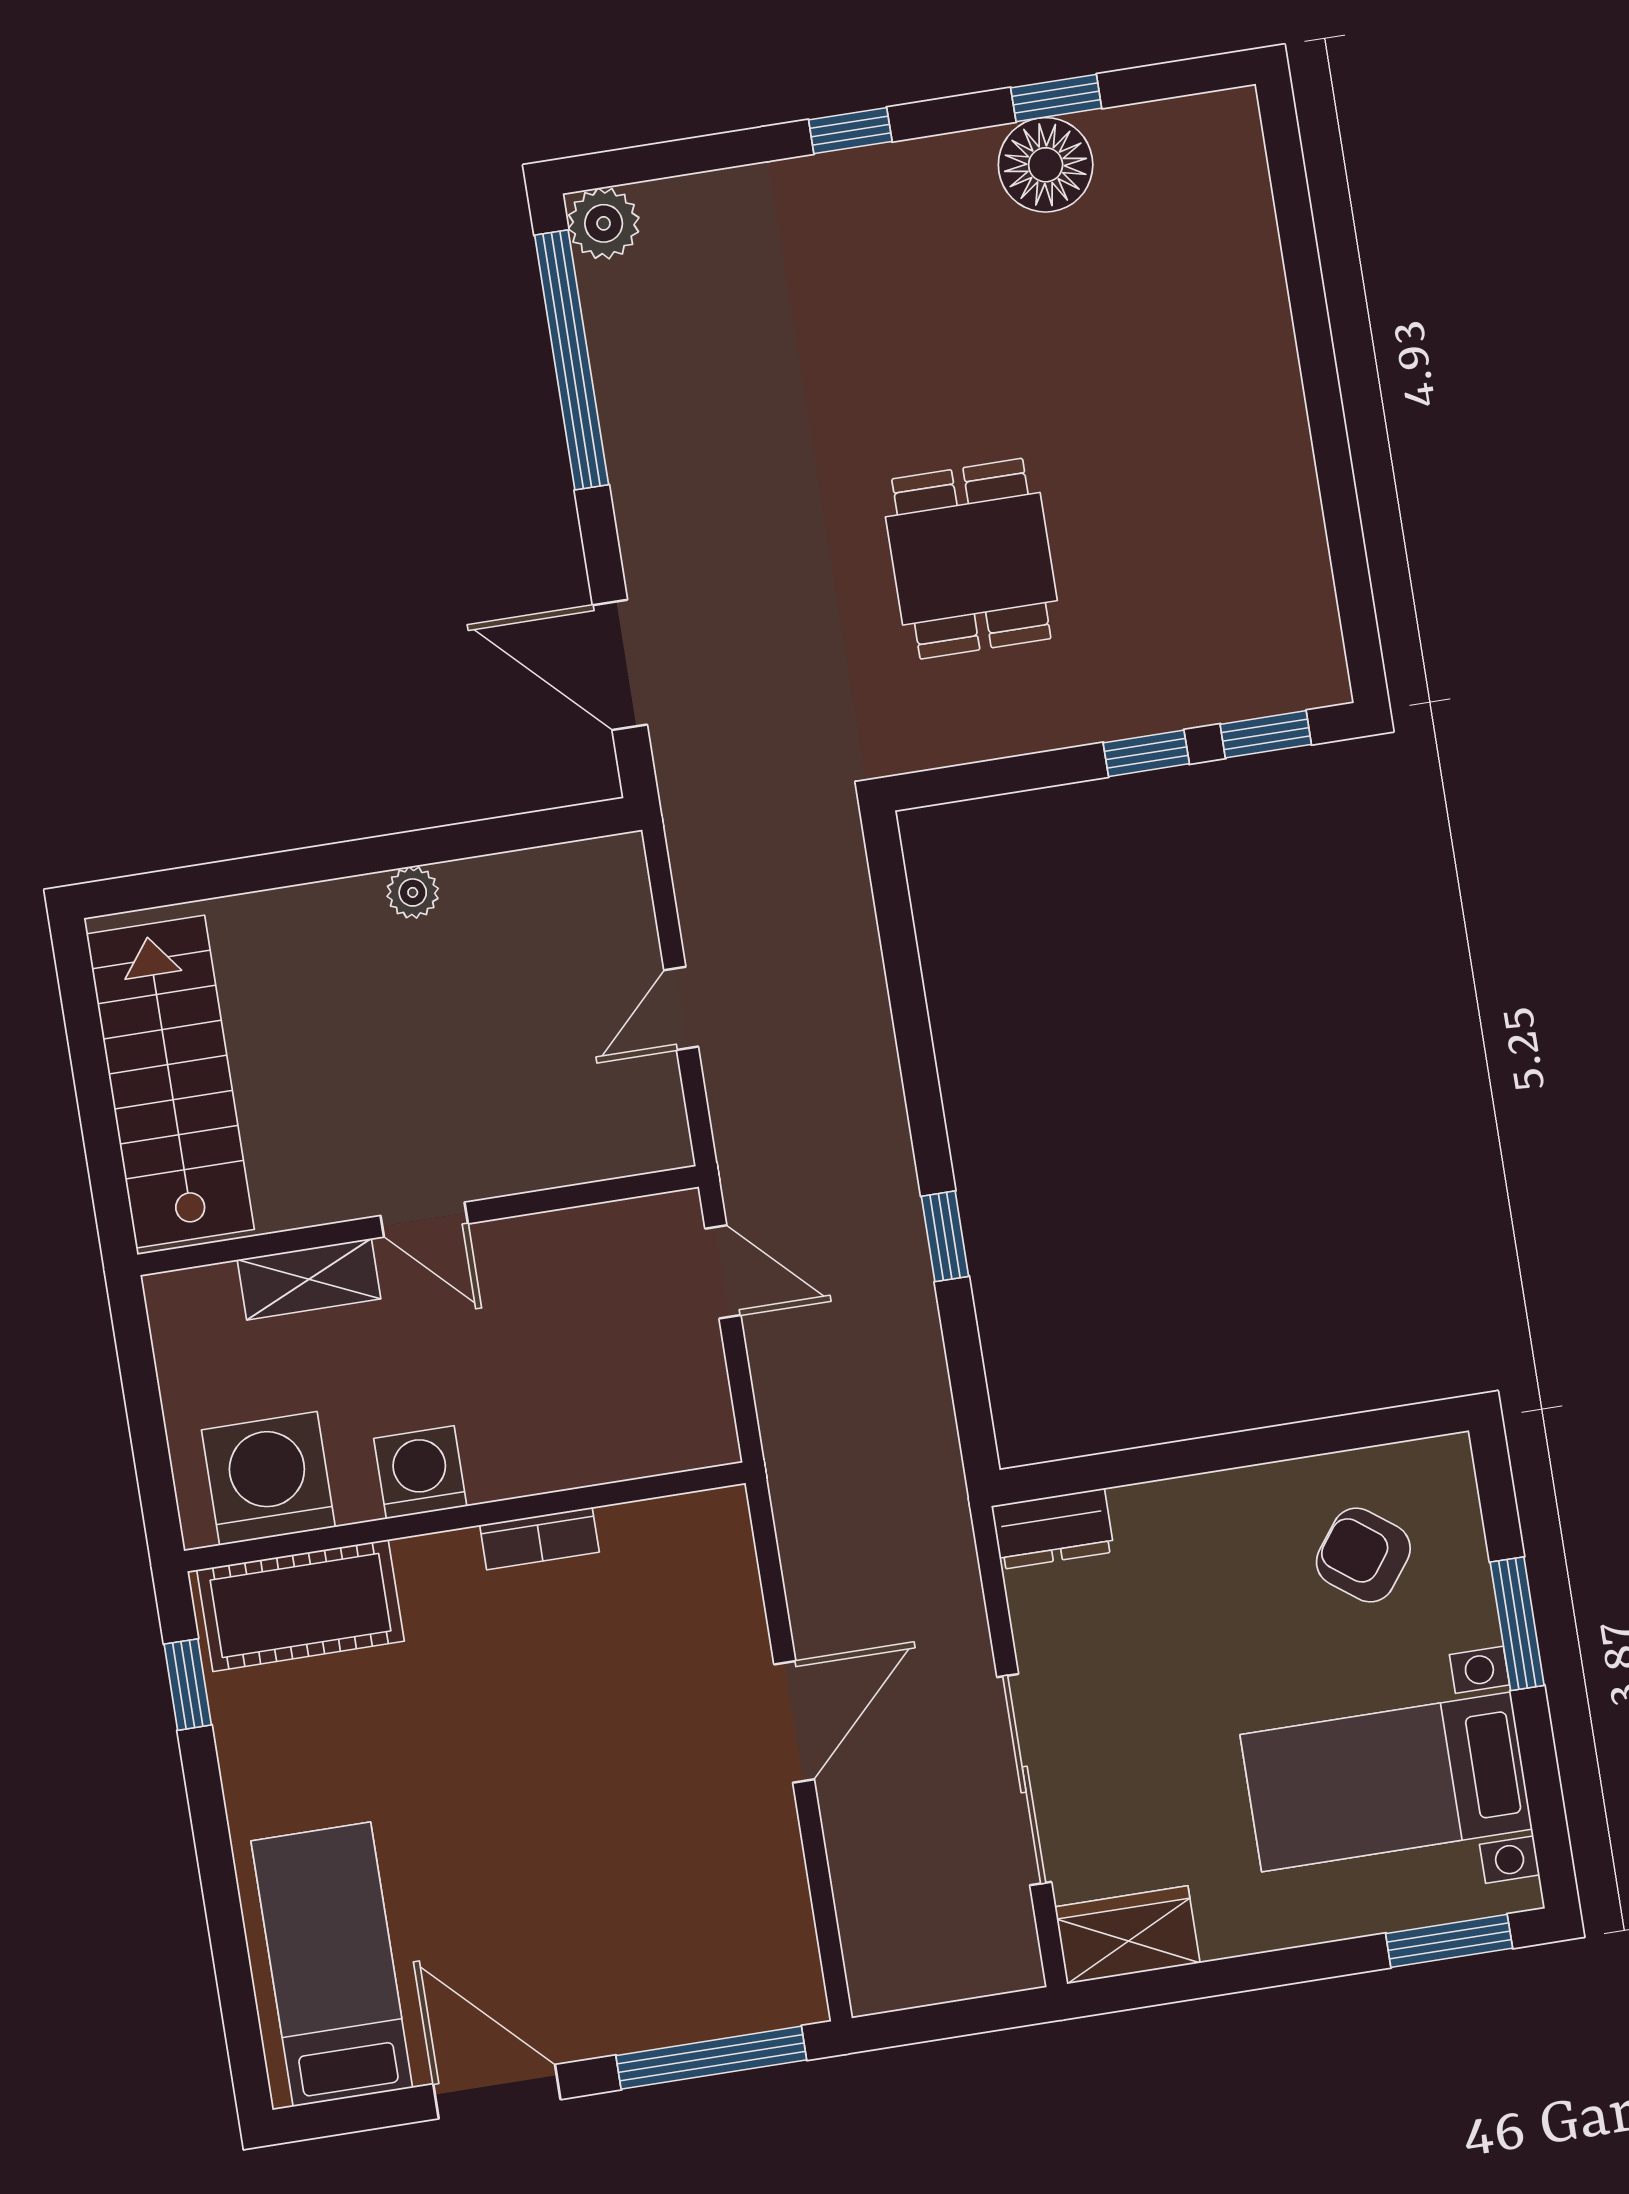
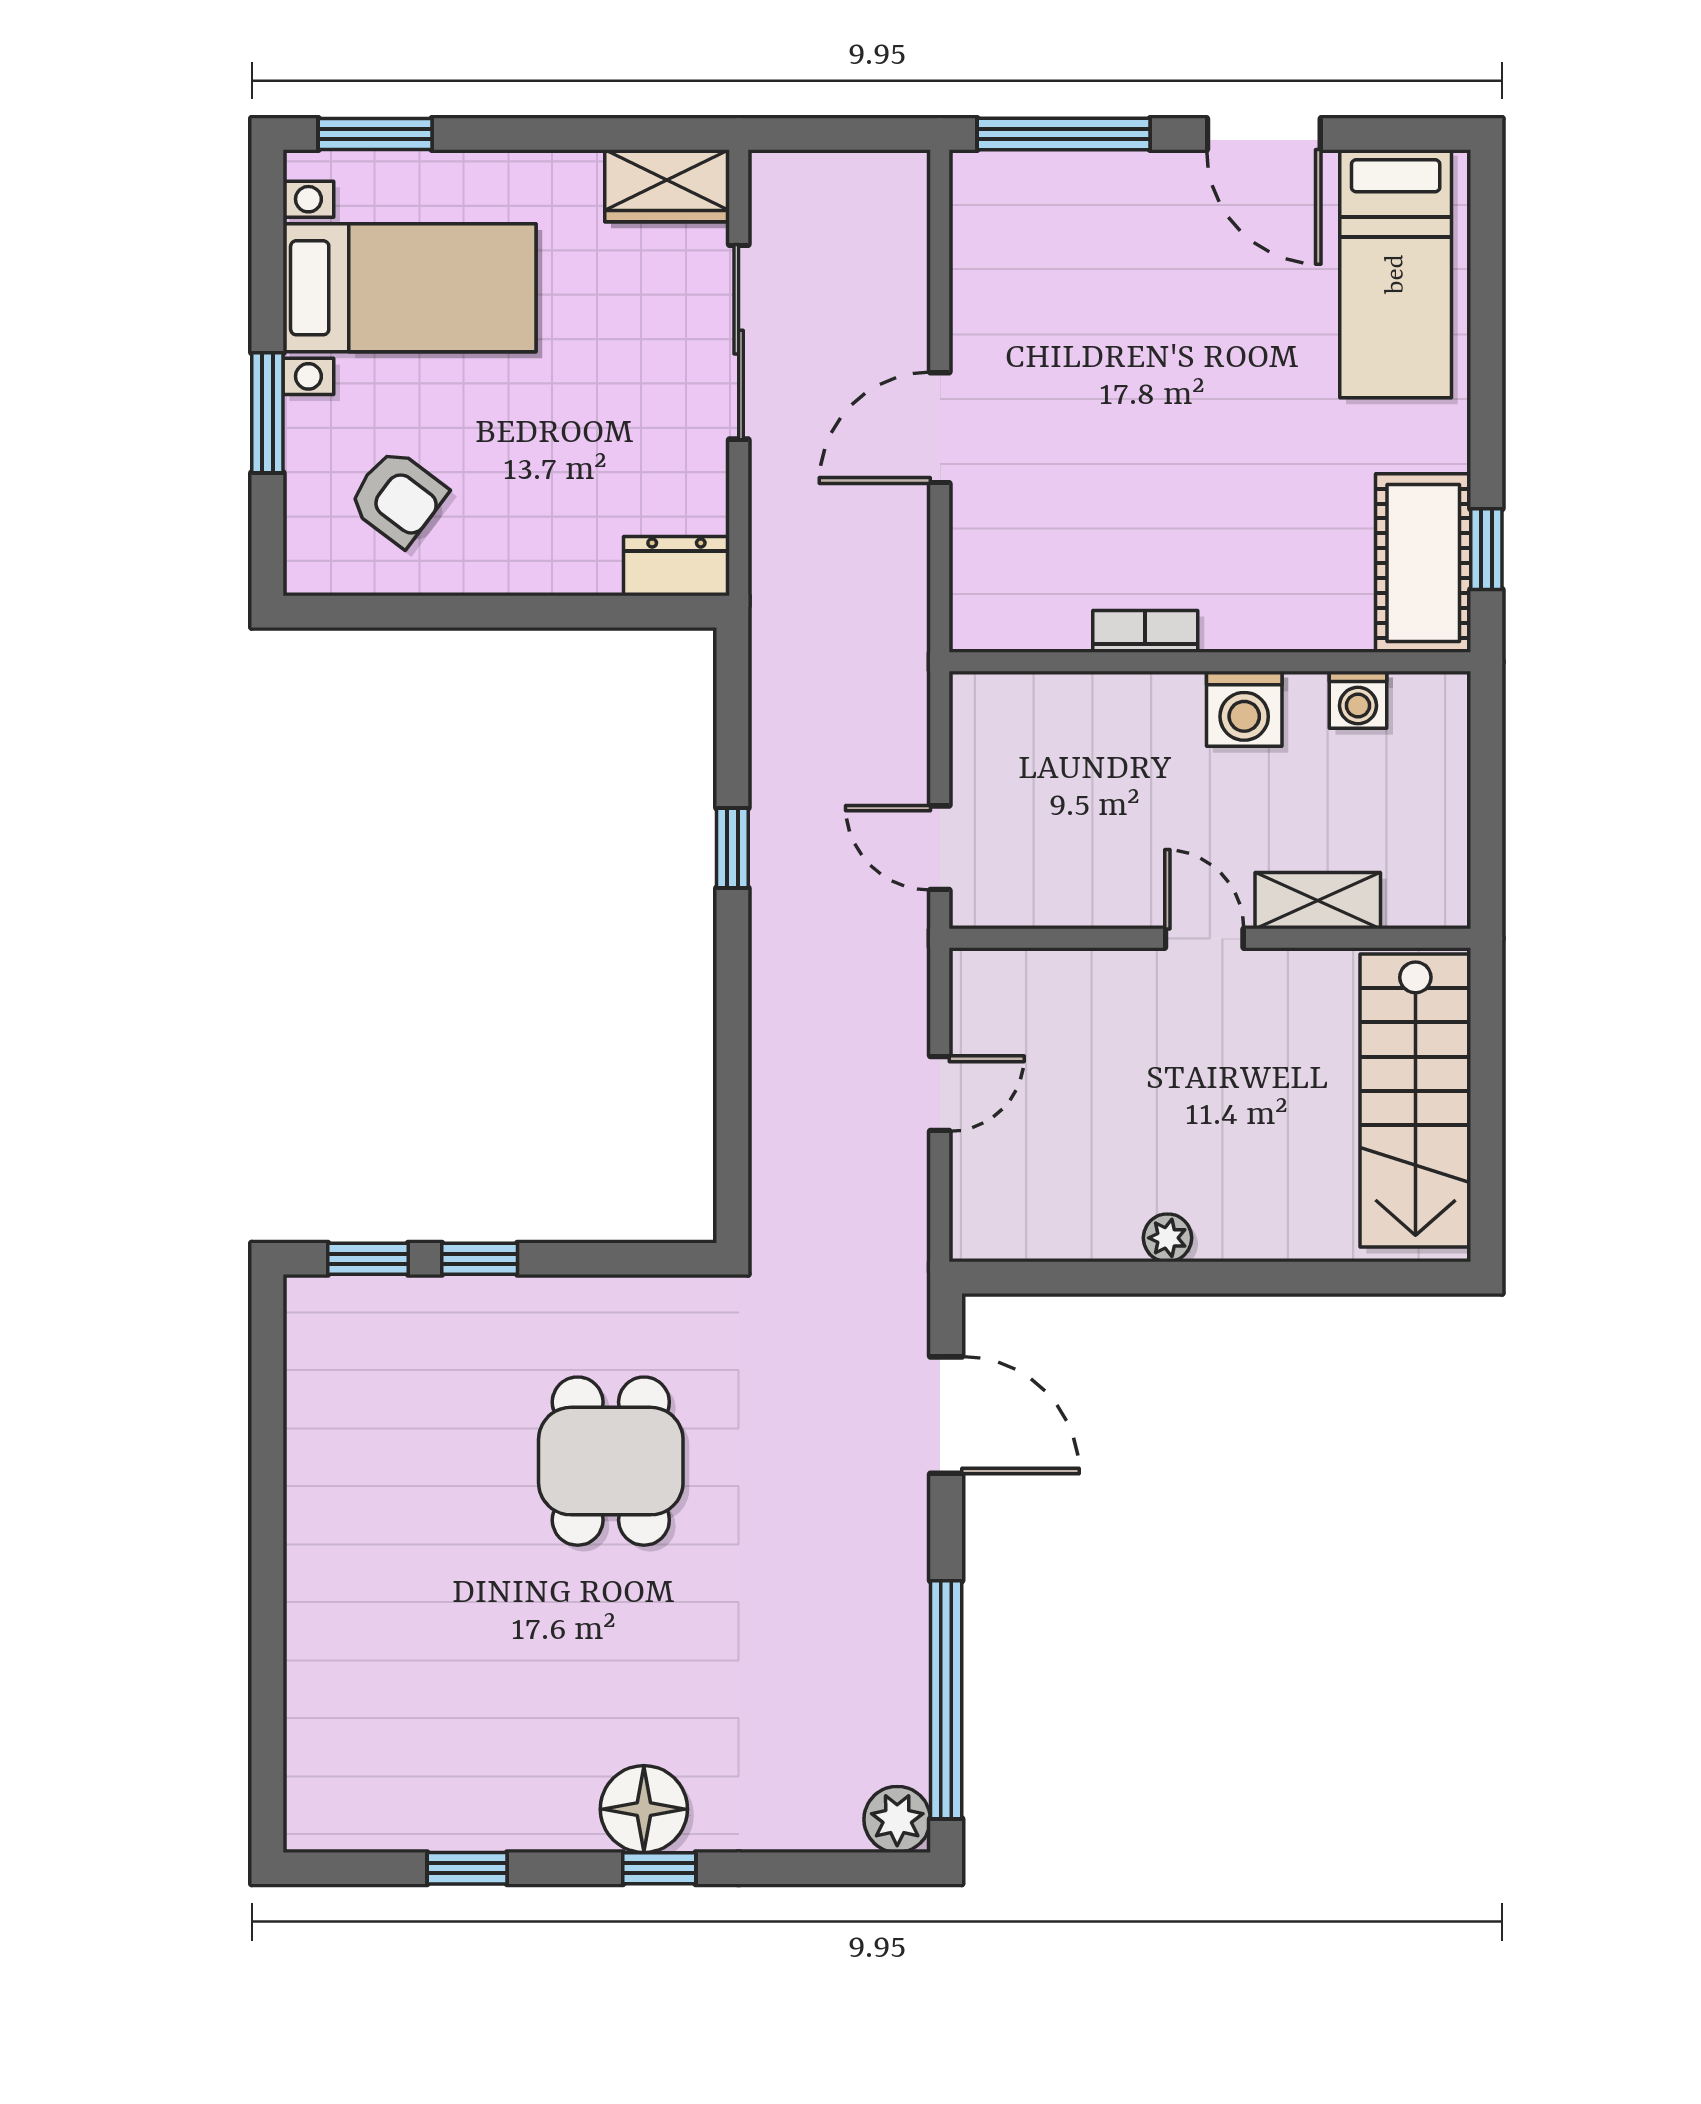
floor lamp: (1046, 165) -> (644, 1809), moved
washing machine: (268, 1478) -> (1358, 700), width x0.53, depth x0.53
cot: (301, 1605) -> (1423, 563), moved, turned 90

